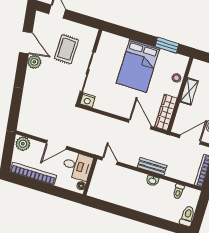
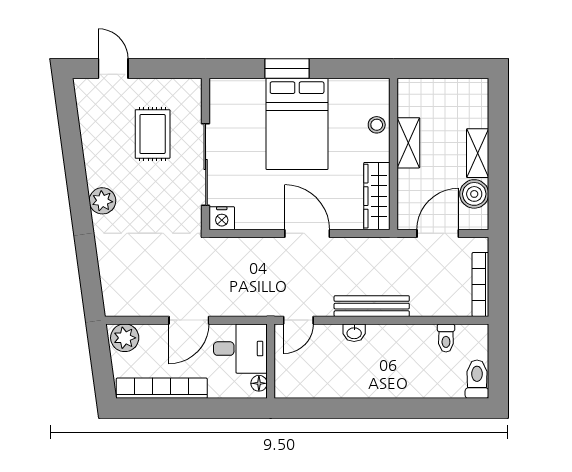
door: (26, 43) -> (72, 145), removed
window: (167, 45) -> (287, 68), moved
plant: (34, 62) -> (102, 201), moved
door: (140, 124) -> (307, 233), moved
door: (110, 161) -> (298, 320), swing flipped
bench: (152, 166) -> (372, 306), width x1.36
washbasin: (152, 181) -> (354, 333), moved

